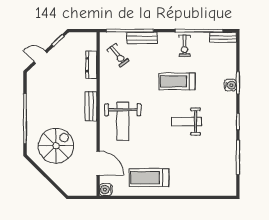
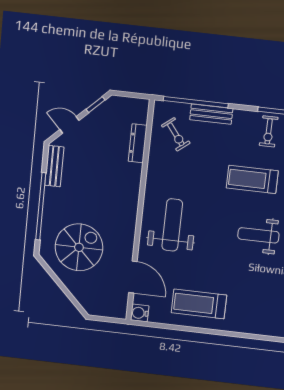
bench: (91, 106) -> (54, 166), moved
weight bench: (123, 121) -> (172, 225), turned 180

